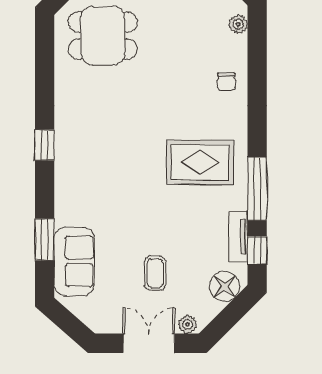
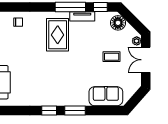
tv unit: (238, 237) -> (82, 16), moved
window: (45, 239) -> (75, 111), moved

